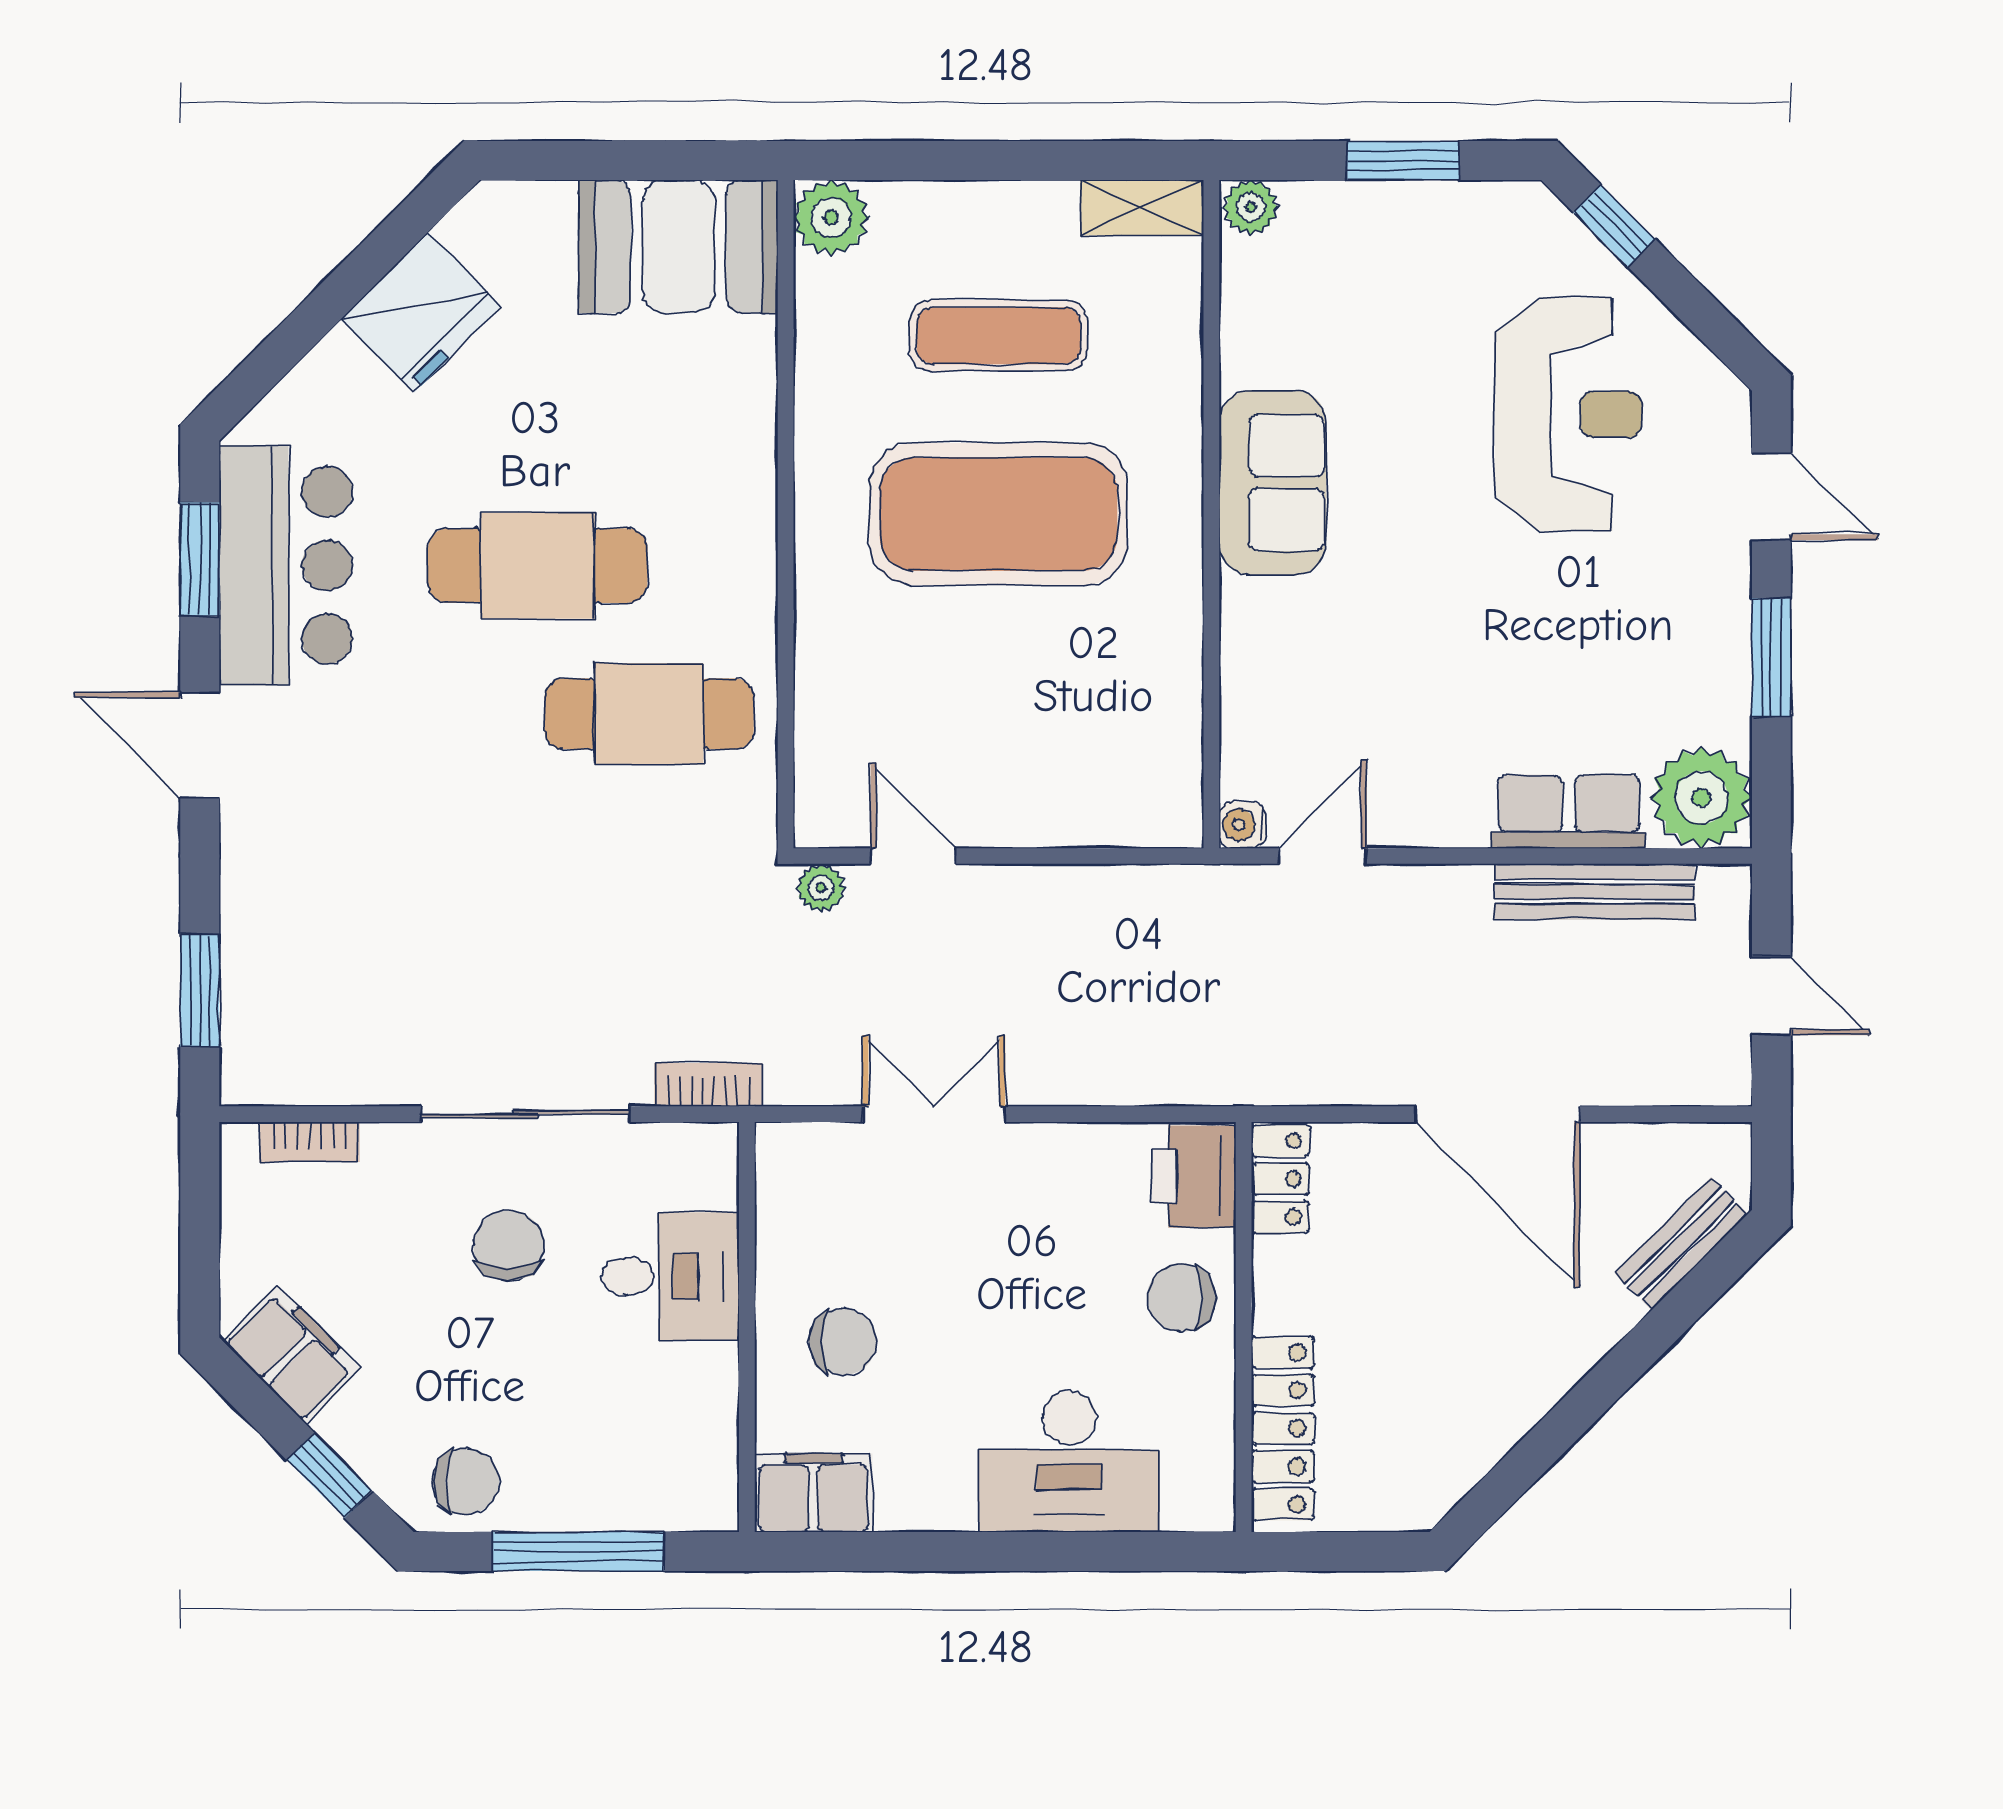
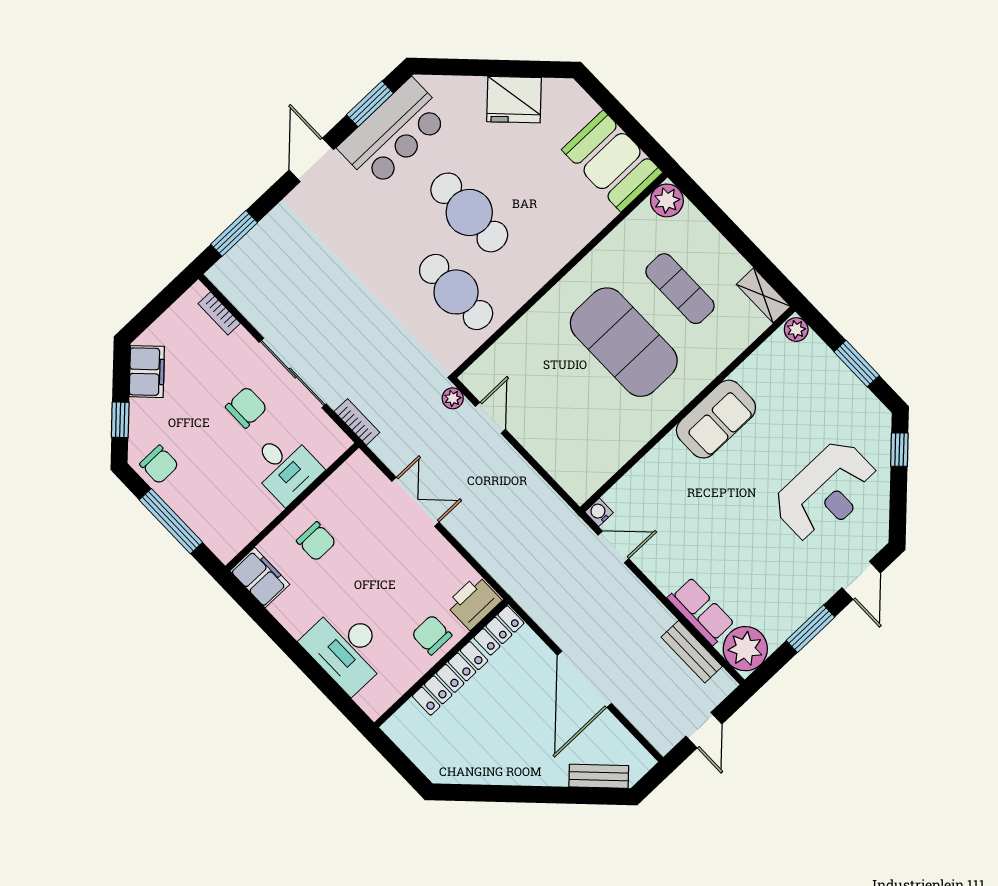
bench: (1595, 892) -> (692, 652), width x0.73
locker: (1283, 1428) -> (450, 678), moved

